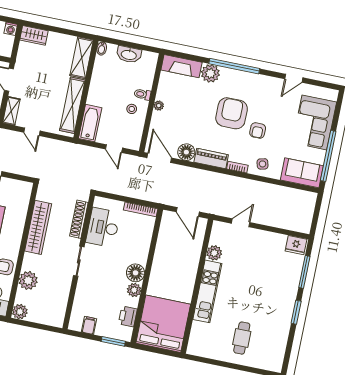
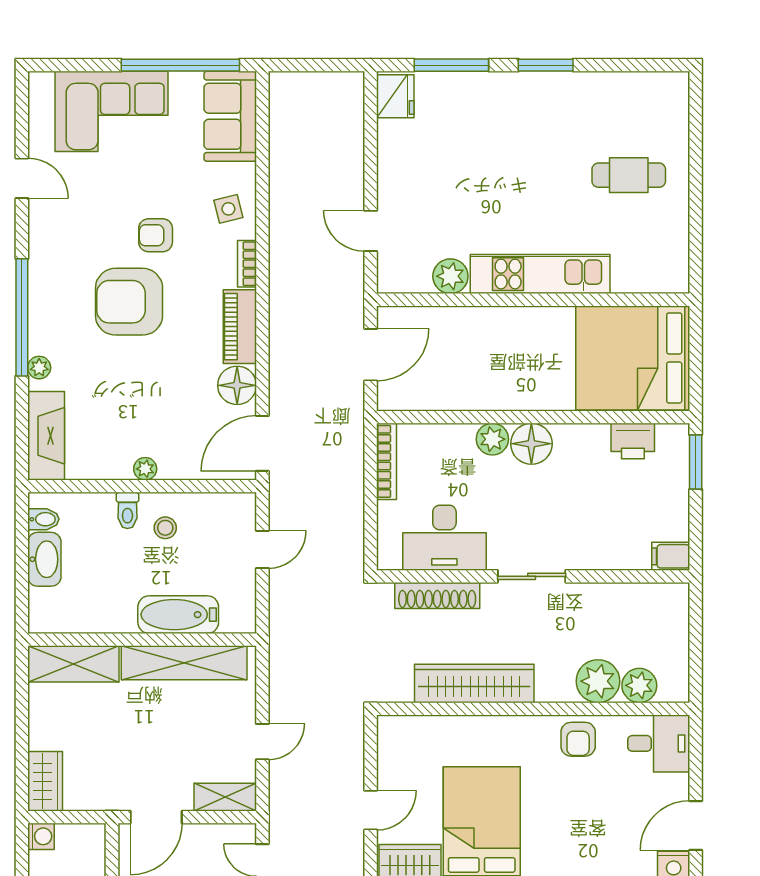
bidet: (102, 48) -> (43, 519), moved
plant: (210, 73) -> (39, 368), width x0.53, depth x0.53
bathtub: (90, 123) -> (178, 615), moved
armchair: (258, 130) -> (156, 235), turned 180
plant: (134, 290) -> (492, 439), moved
plant: (20, 312) -> (639, 685), moved
filing cabinet: (89, 325) -> (671, 556), moved

